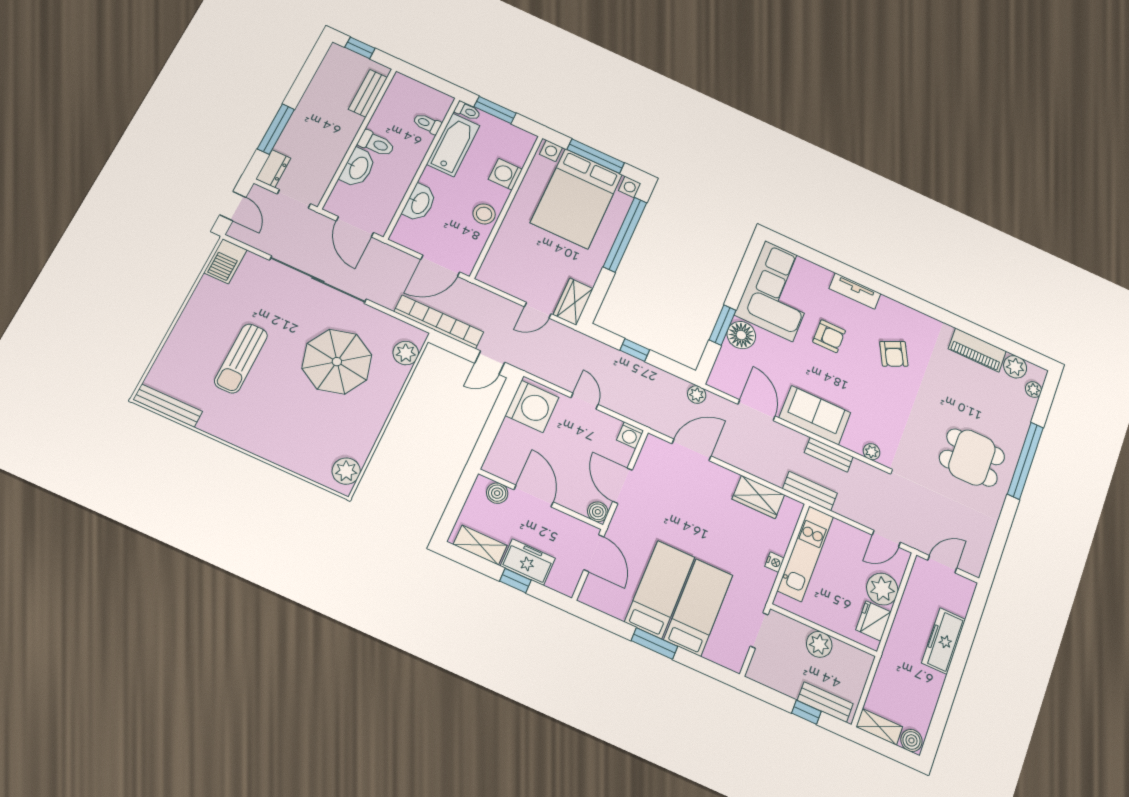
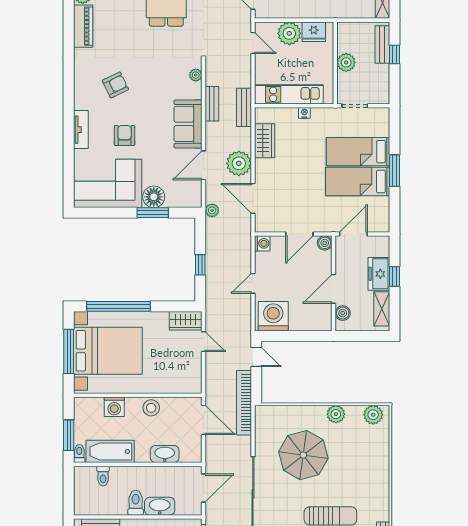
plant: (406, 353) -> (336, 414), moved
plant: (742, 453) -> (239, 163), added

